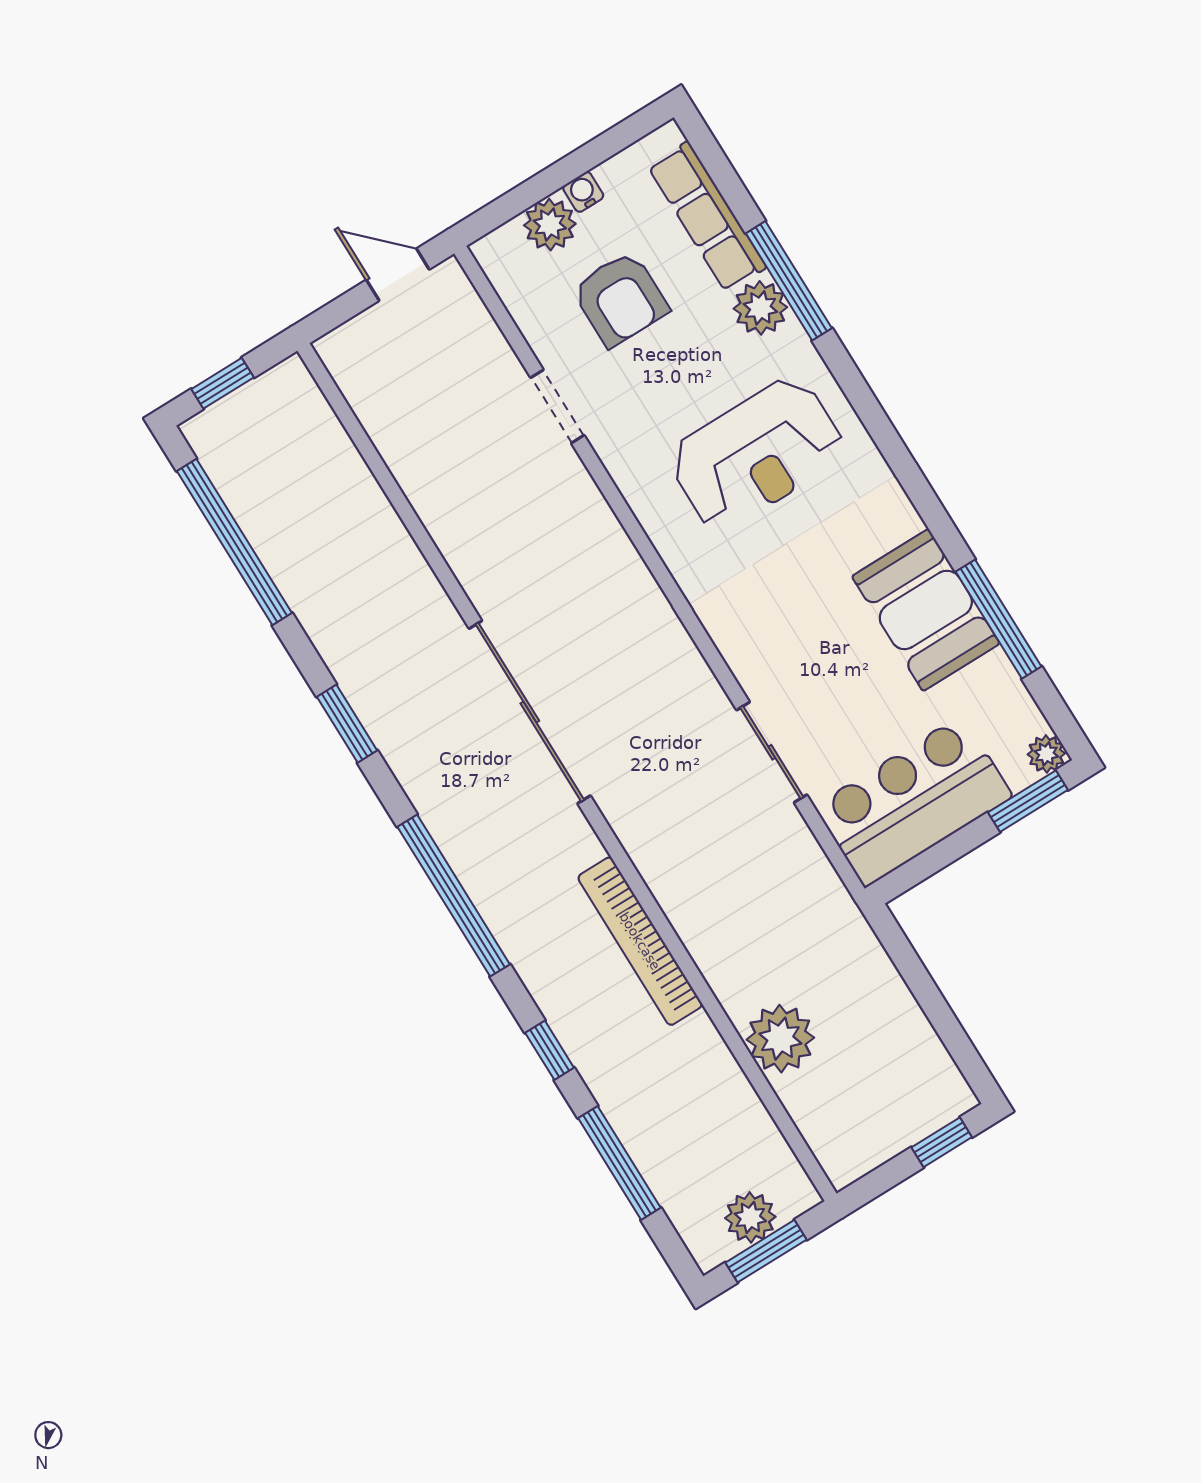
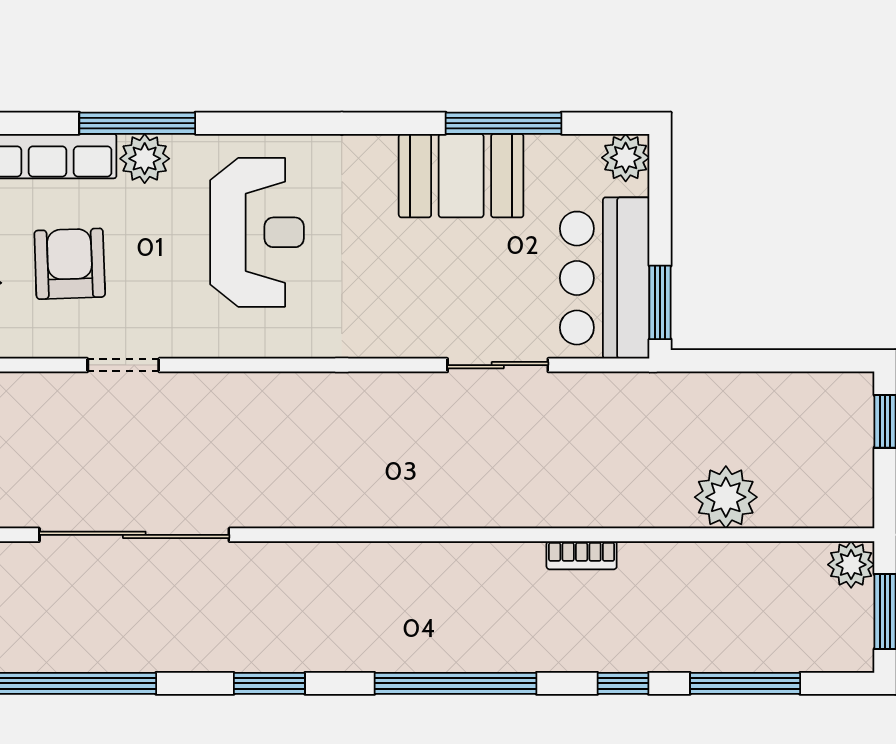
armchair: (620, 299) -> (70, 264), turned -92
sliding door: (530, 712) -> (134, 535), moved
plant: (1046, 754) -> (626, 158), width x1.38, depth x1.38
window: (1028, 801) -> (660, 302), moved
bookcase: (640, 941) -> (582, 555), width x0.43, depth x0.76
plant: (750, 1217) -> (851, 565), moved

